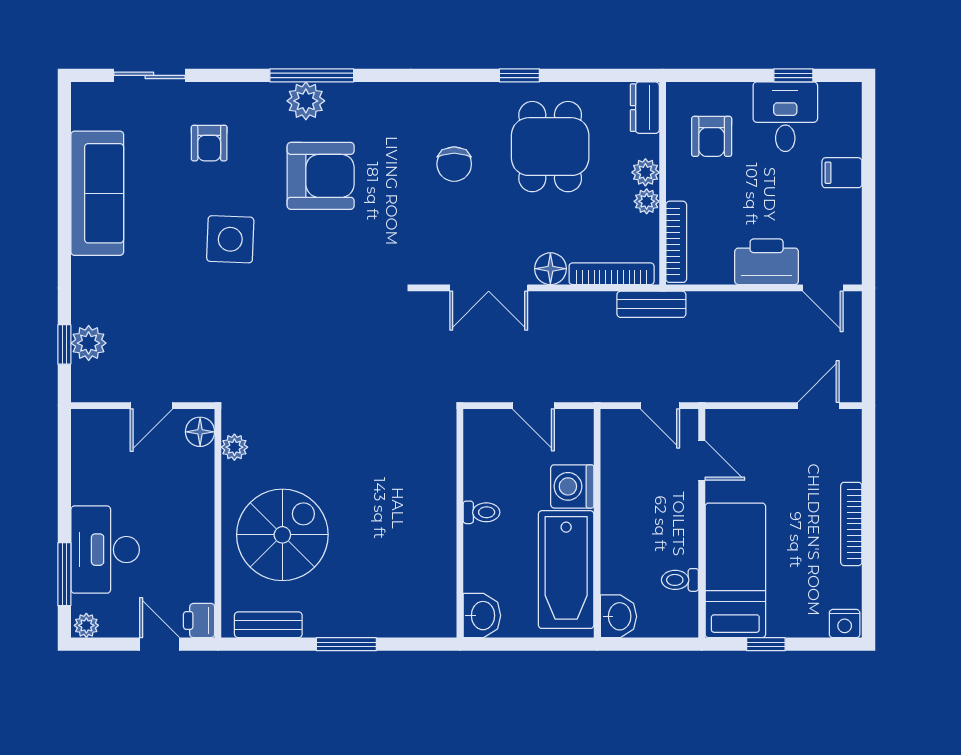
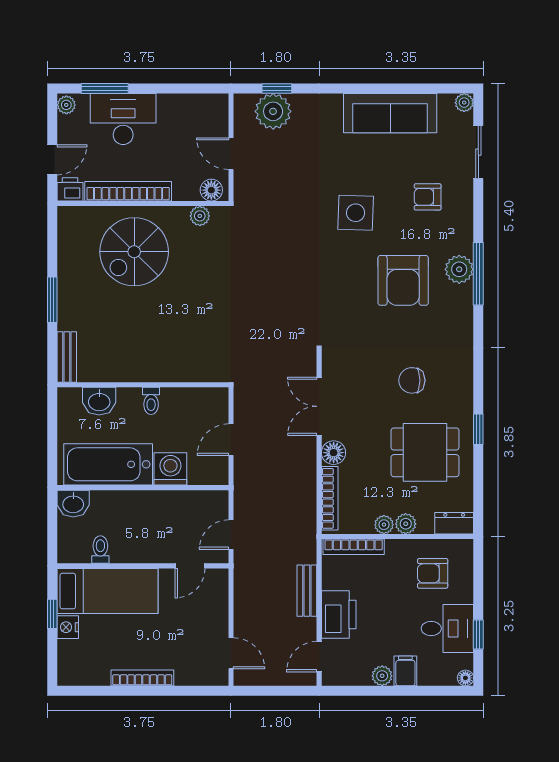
floor lamp: (851, 93) -> (465, 678), added
plant: (83, 94) -> (464, 103), added
plant: (848, 204) -> (382, 676), added
bench: (651, 304) -> (307, 591), moved
plant: (89, 343) -> (273, 111), width x1.36, depth x1.36
spiral stairs: (282, 535) -> (134, 252), turned 90
bookcase: (202, 543) -> (128, 191), added
washbasin: (482, 616) -> (99, 401), moved
nightstand: (845, 624) -> (68, 627), moved
bench: (268, 625) -> (67, 357), moved

